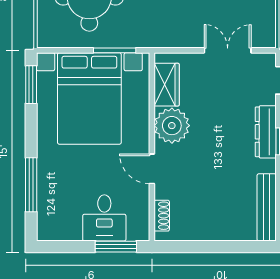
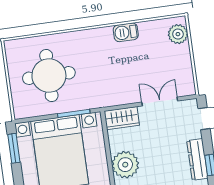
wardrobe: (167, 85) -> (122, 118), moved, turned 90

